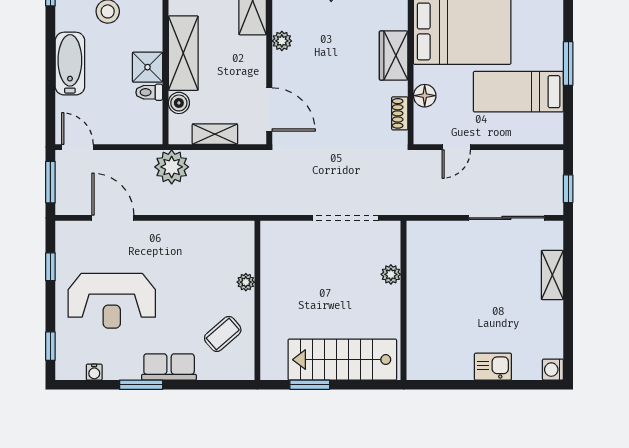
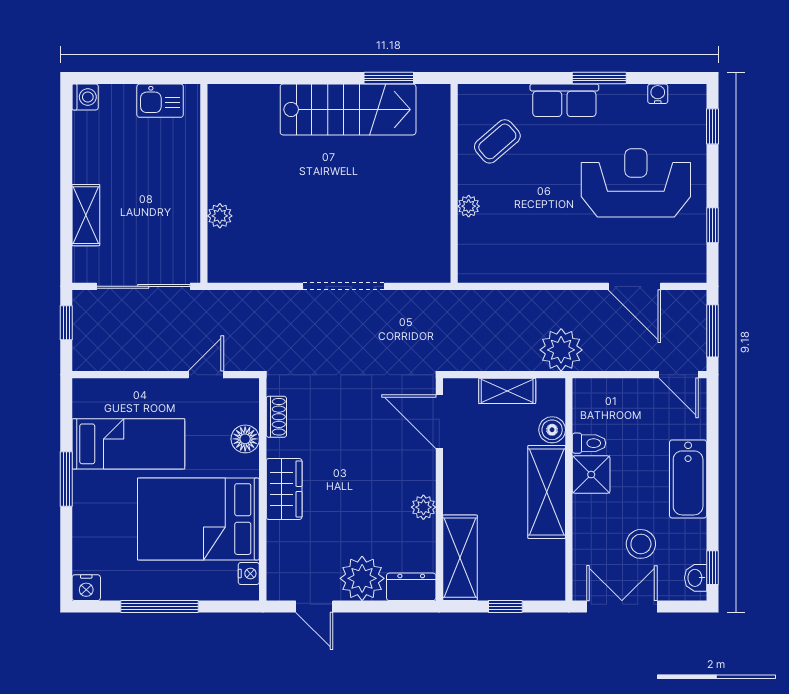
plant: (391, 274) -> (220, 216), moved
wall: (404, 300) -> (204, 183), moved

